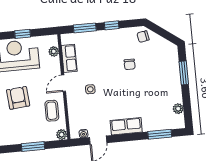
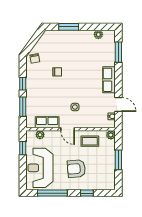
window: (23, 34) -> (23, 148), moved

